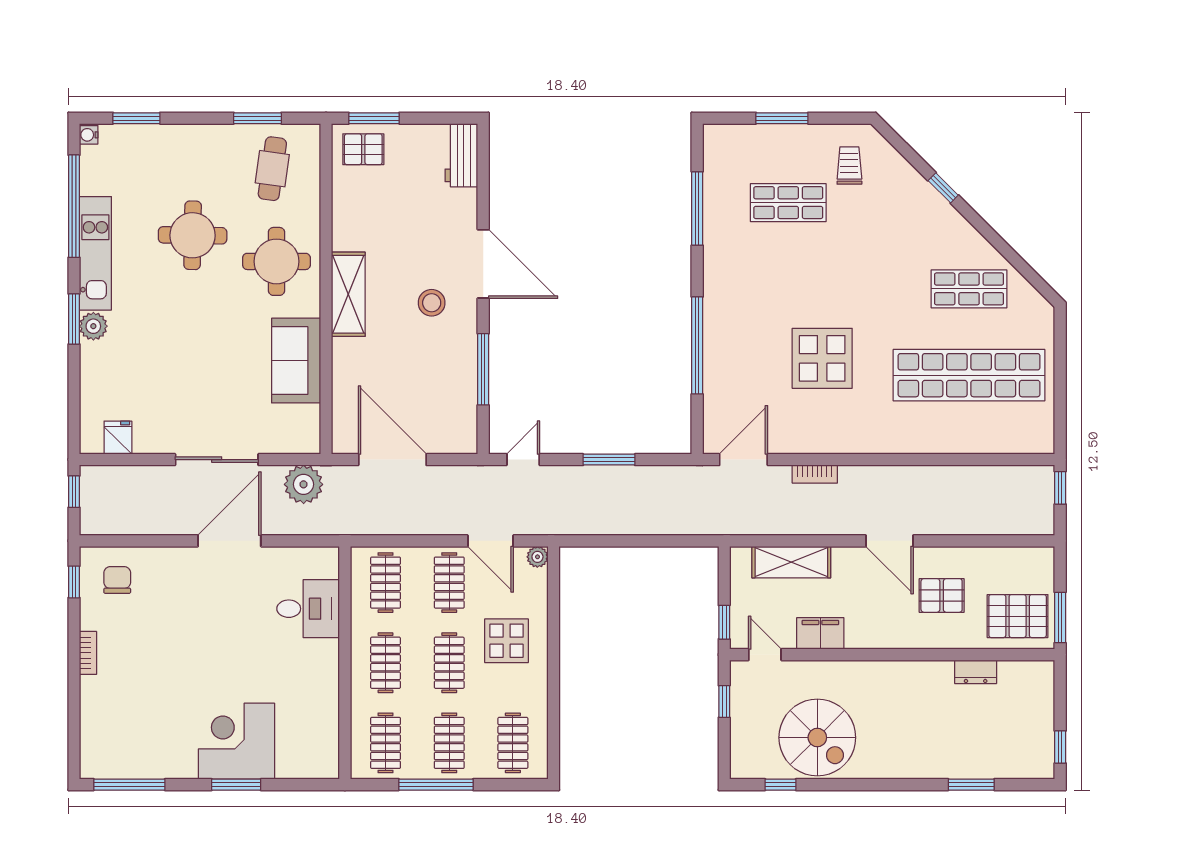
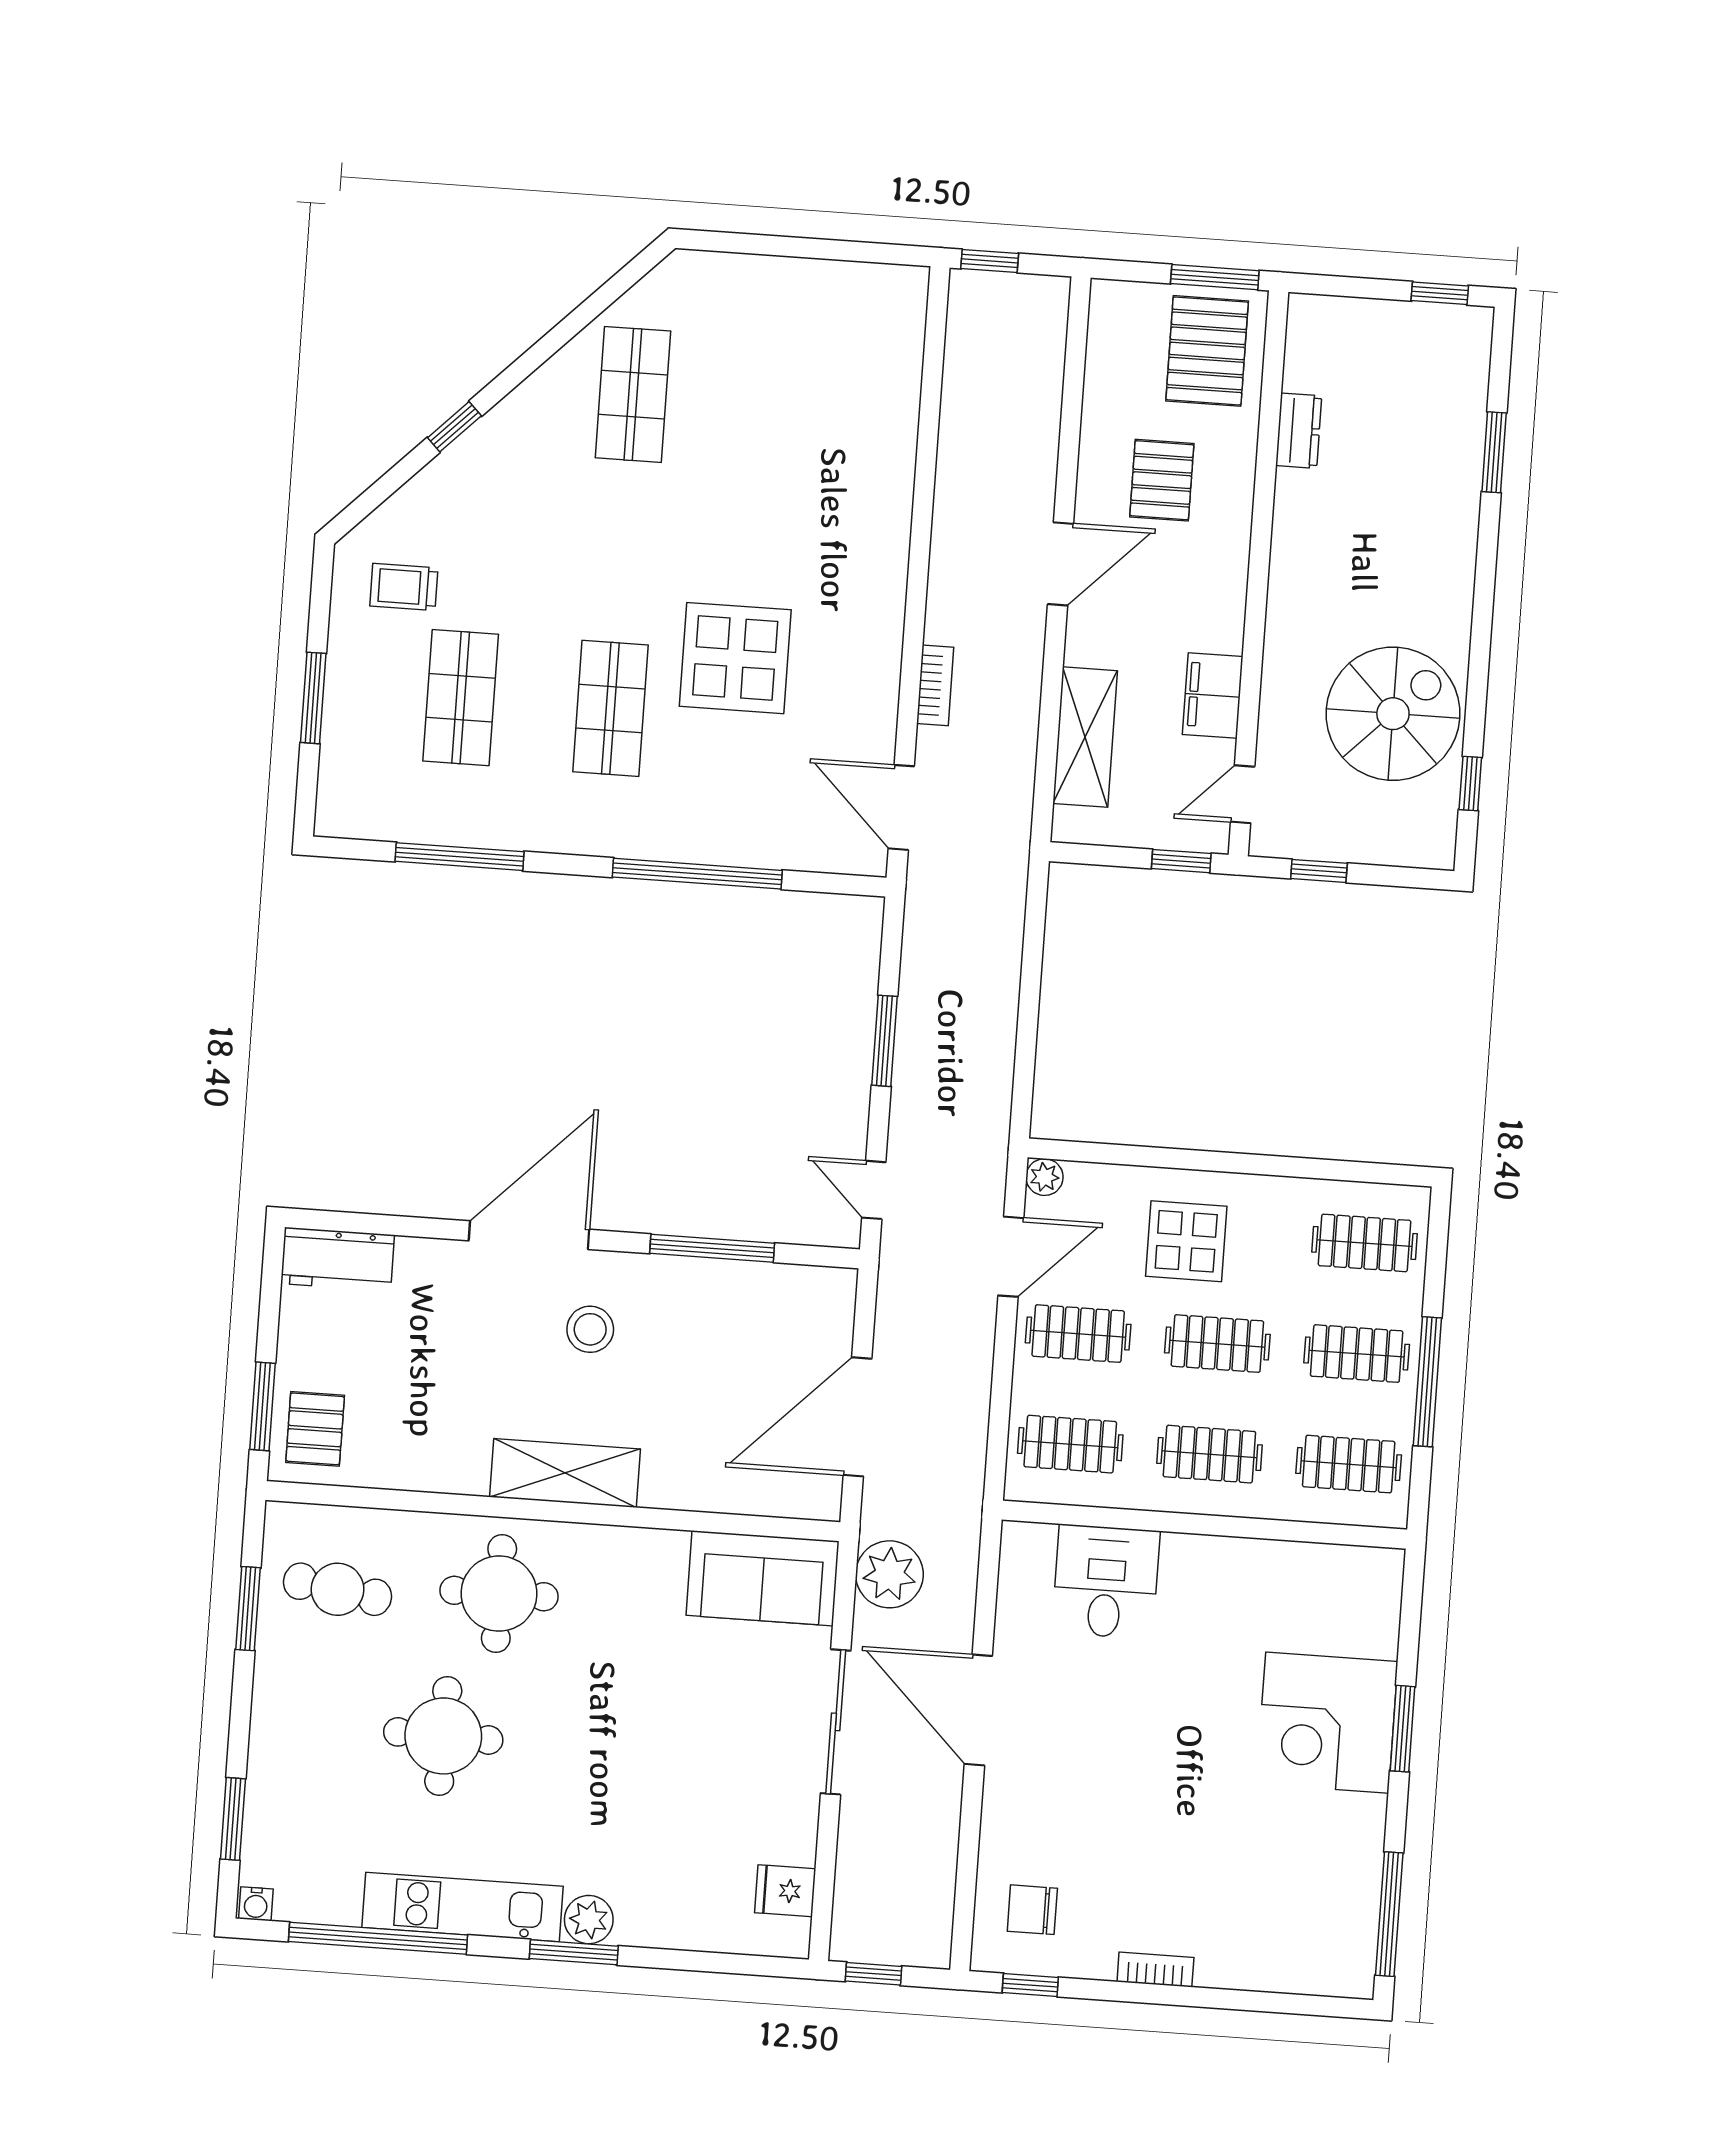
sofa: (296, 361) -> (763, 1578), moved
shop shelf: (969, 375) -> (610, 708), moved, width x0.50, depth x0.74

